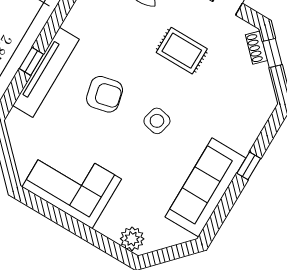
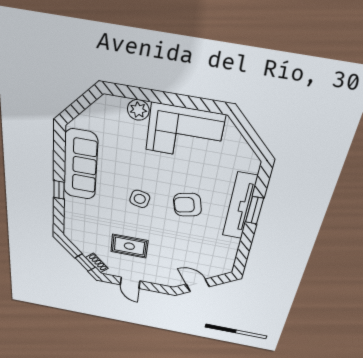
rug: (182, 51) -> (129, 246), moved
window: (31, 61) -> (254, 210), width x1.50
plant: (132, 239) -> (138, 110), moved

